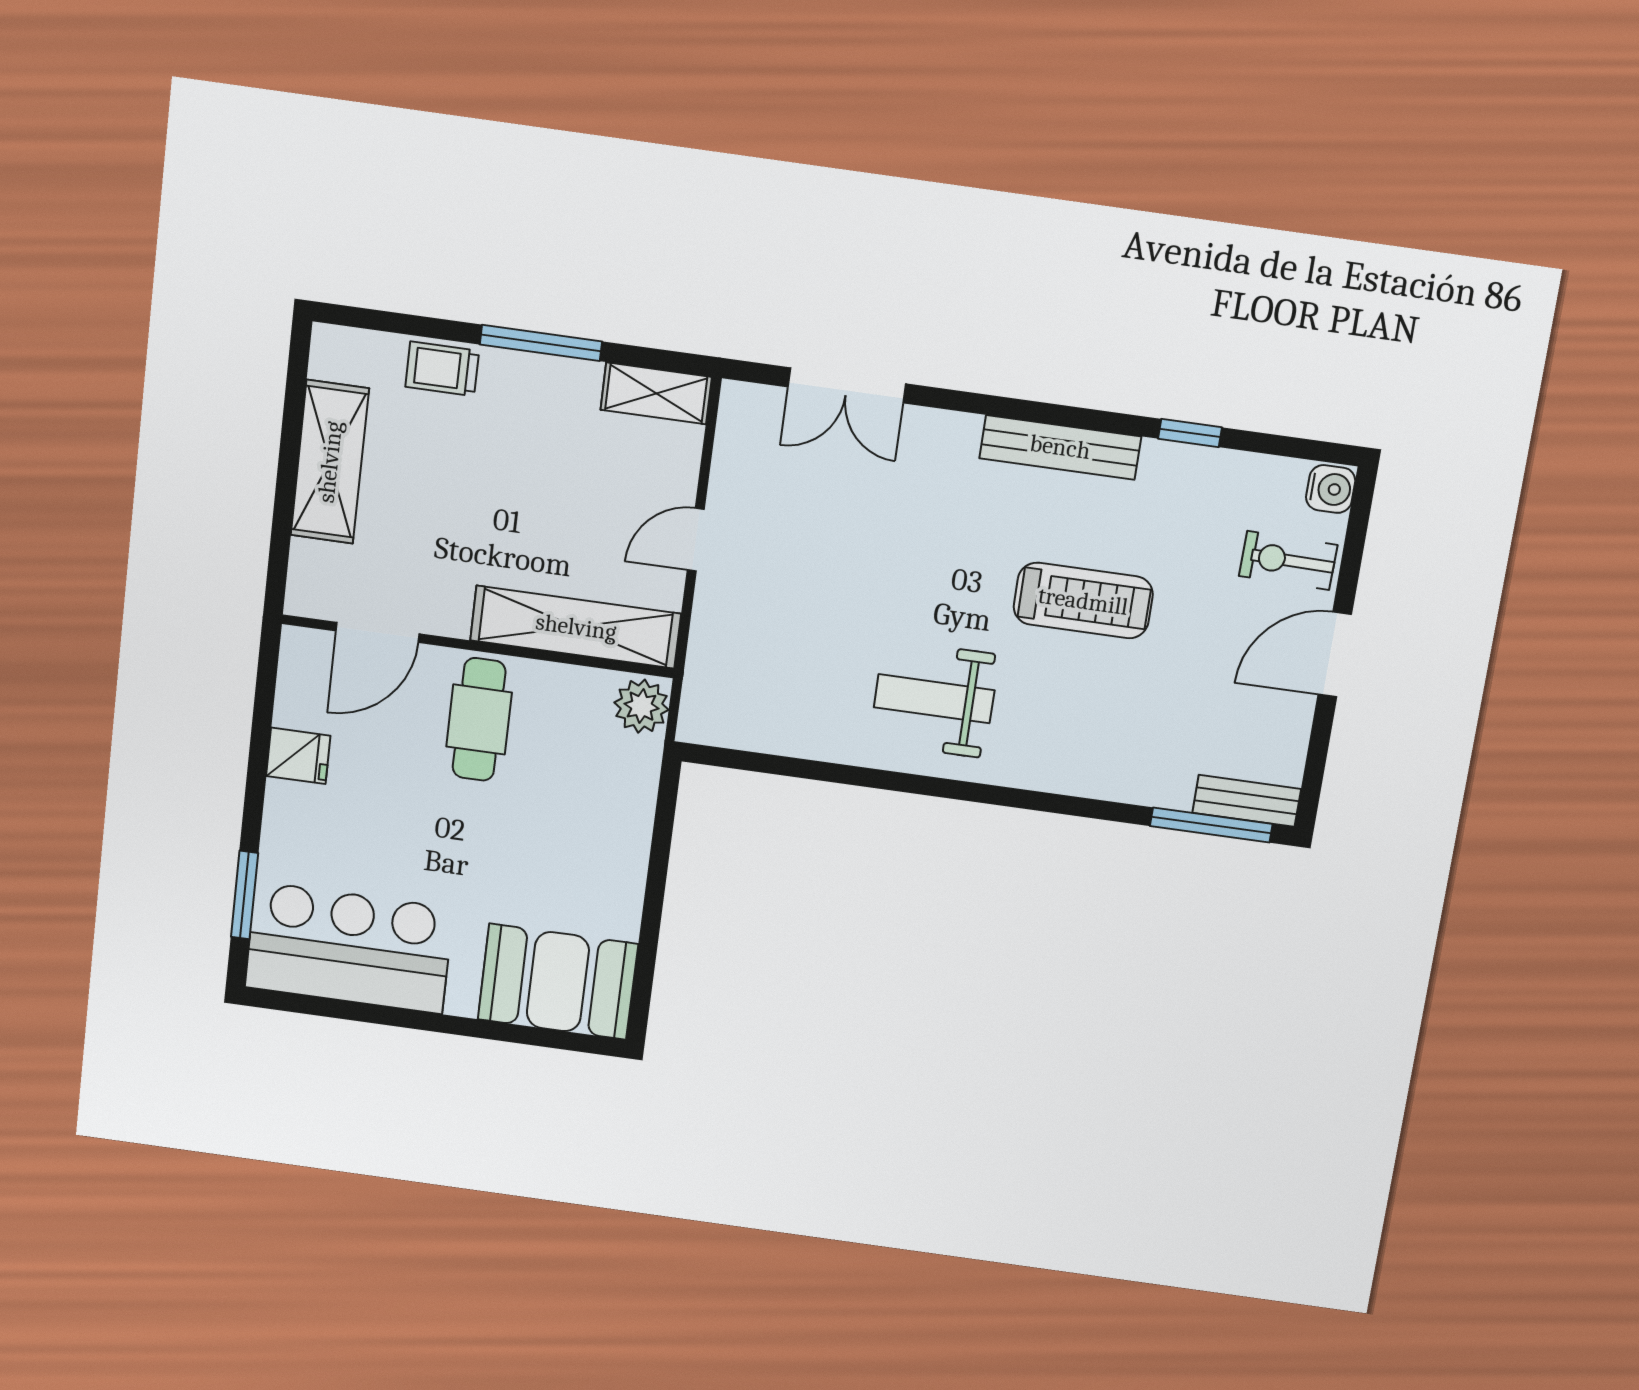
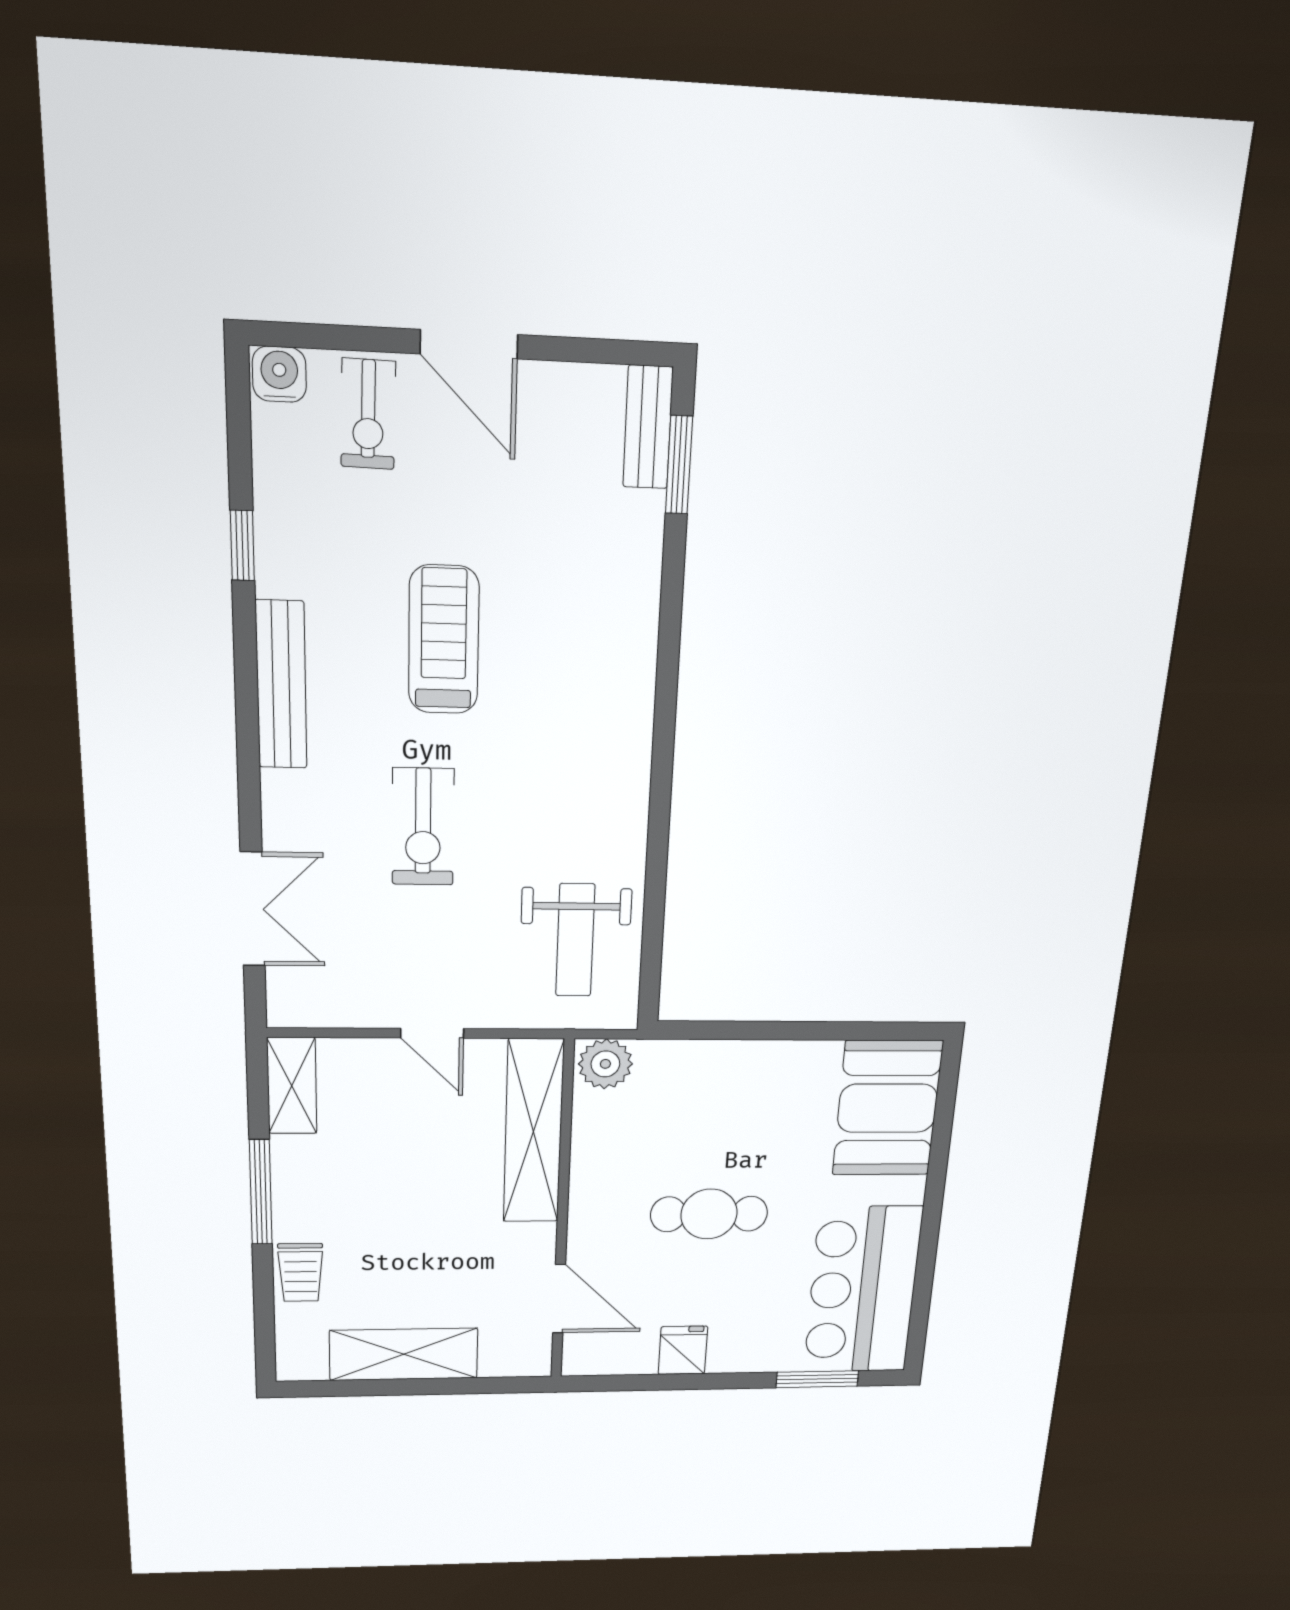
exercise bike: (909, 559) -> (423, 827), added
weight bench: (934, 699) -> (575, 940), moved
cafe table: (479, 719) -> (709, 1214), moved
window: (1211, 825) -> (679, 465), width x0.69

